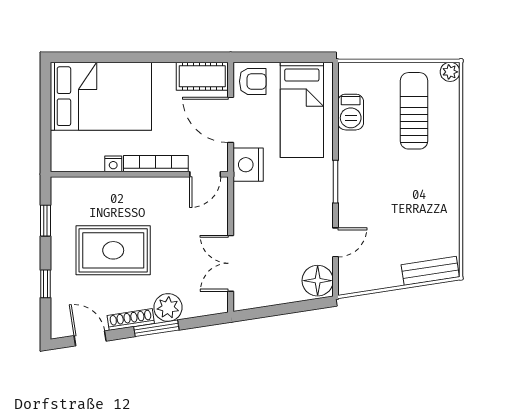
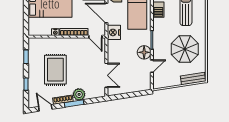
door: (205, 174) -> (95, 37), hinge flipped
parasol: (411, 203) -> (185, 49), added
rug: (113, 250) -> (55, 70), turned 90
double door: (231, 263) -> (106, 75), swing flipped
floor lamp: (318, 281) -> (144, 52), moved

